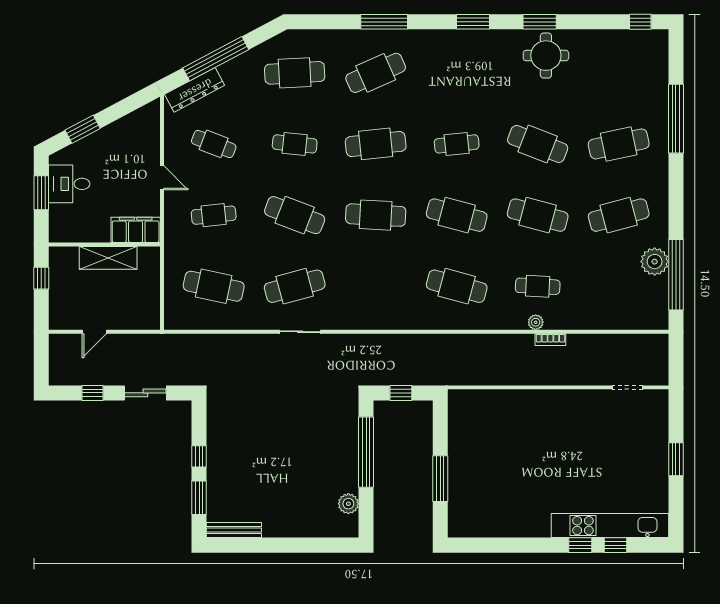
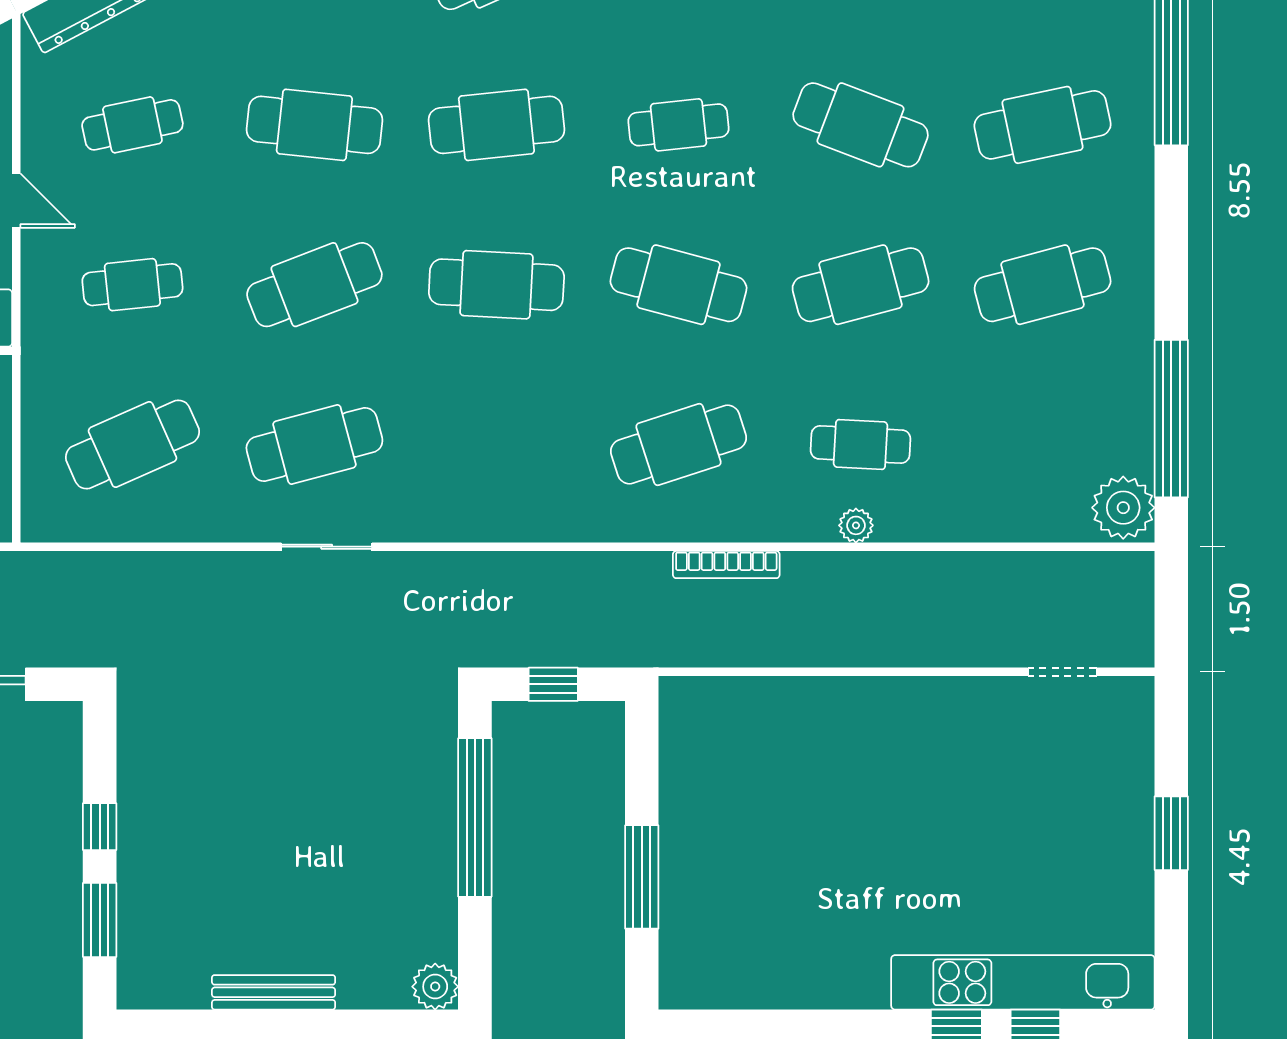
cafe table: (214, 144) -> (132, 125), turned -33
cafe table: (295, 144) -> (314, 125), width x1.37, depth x1.35
cafe table: (295, 215) -> (314, 285), turned -42
cafe table: (538, 215) -> (861, 285), turned -30
plant: (655, 262) -> (1123, 508), moved
cafe table: (214, 286) -> (132, 445), turned -36
cafe table: (457, 286) -> (678, 445), turned -33
bookcase: (550, 340) -> (726, 565), moved, width x1.56
plant: (348, 504) -> (435, 987), moved
bench: (234, 530) -> (274, 992), moved

